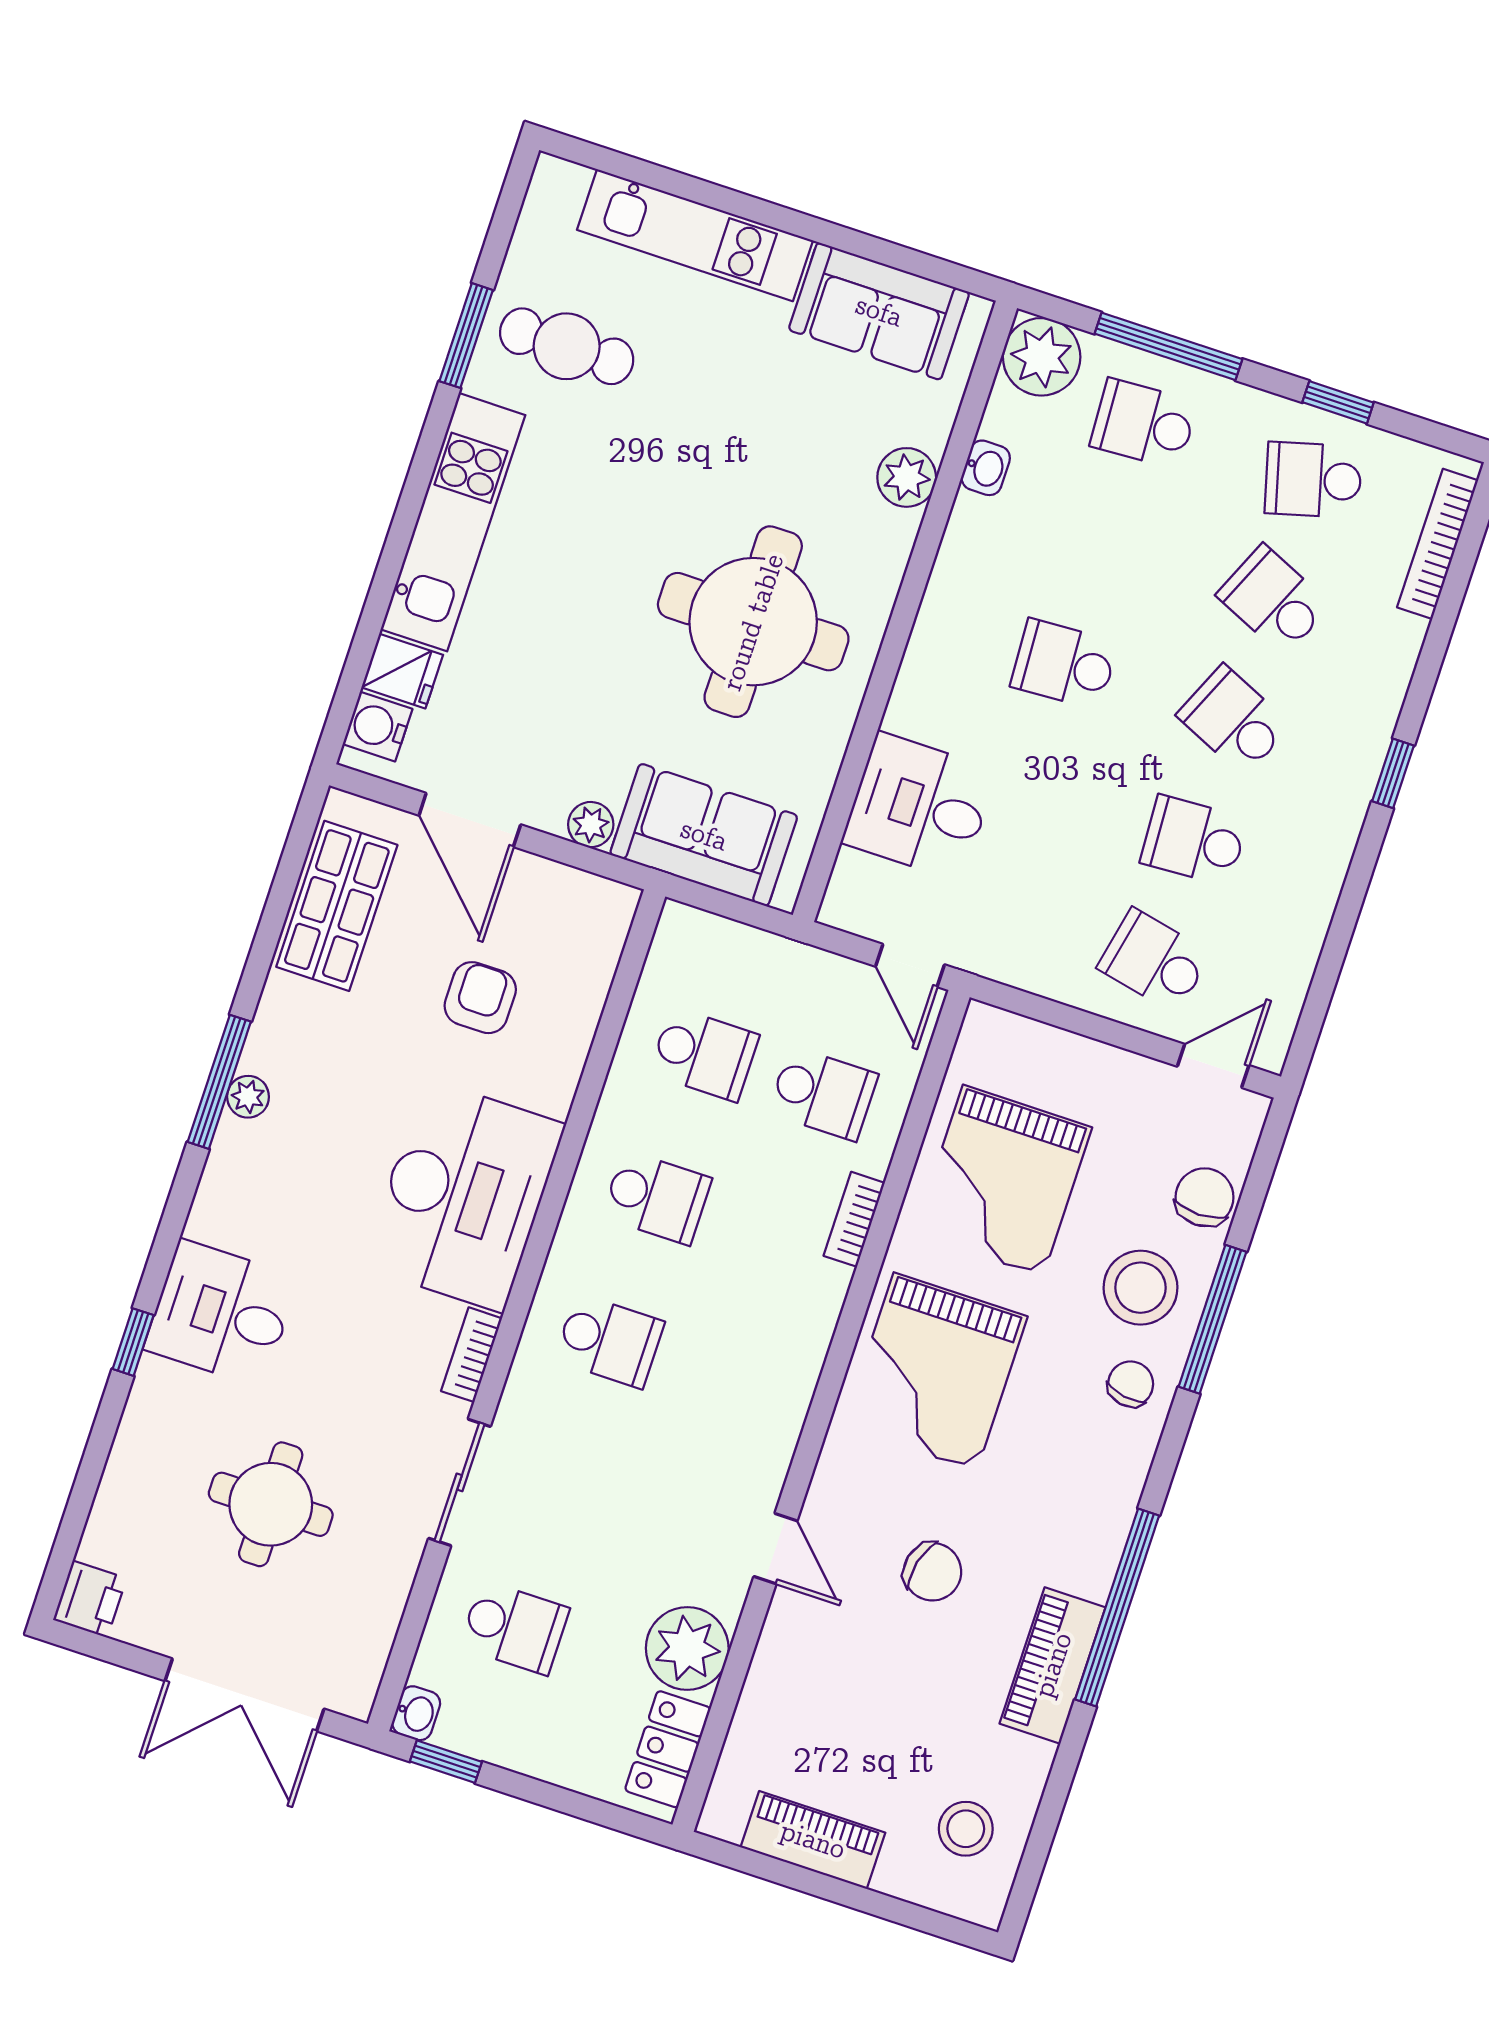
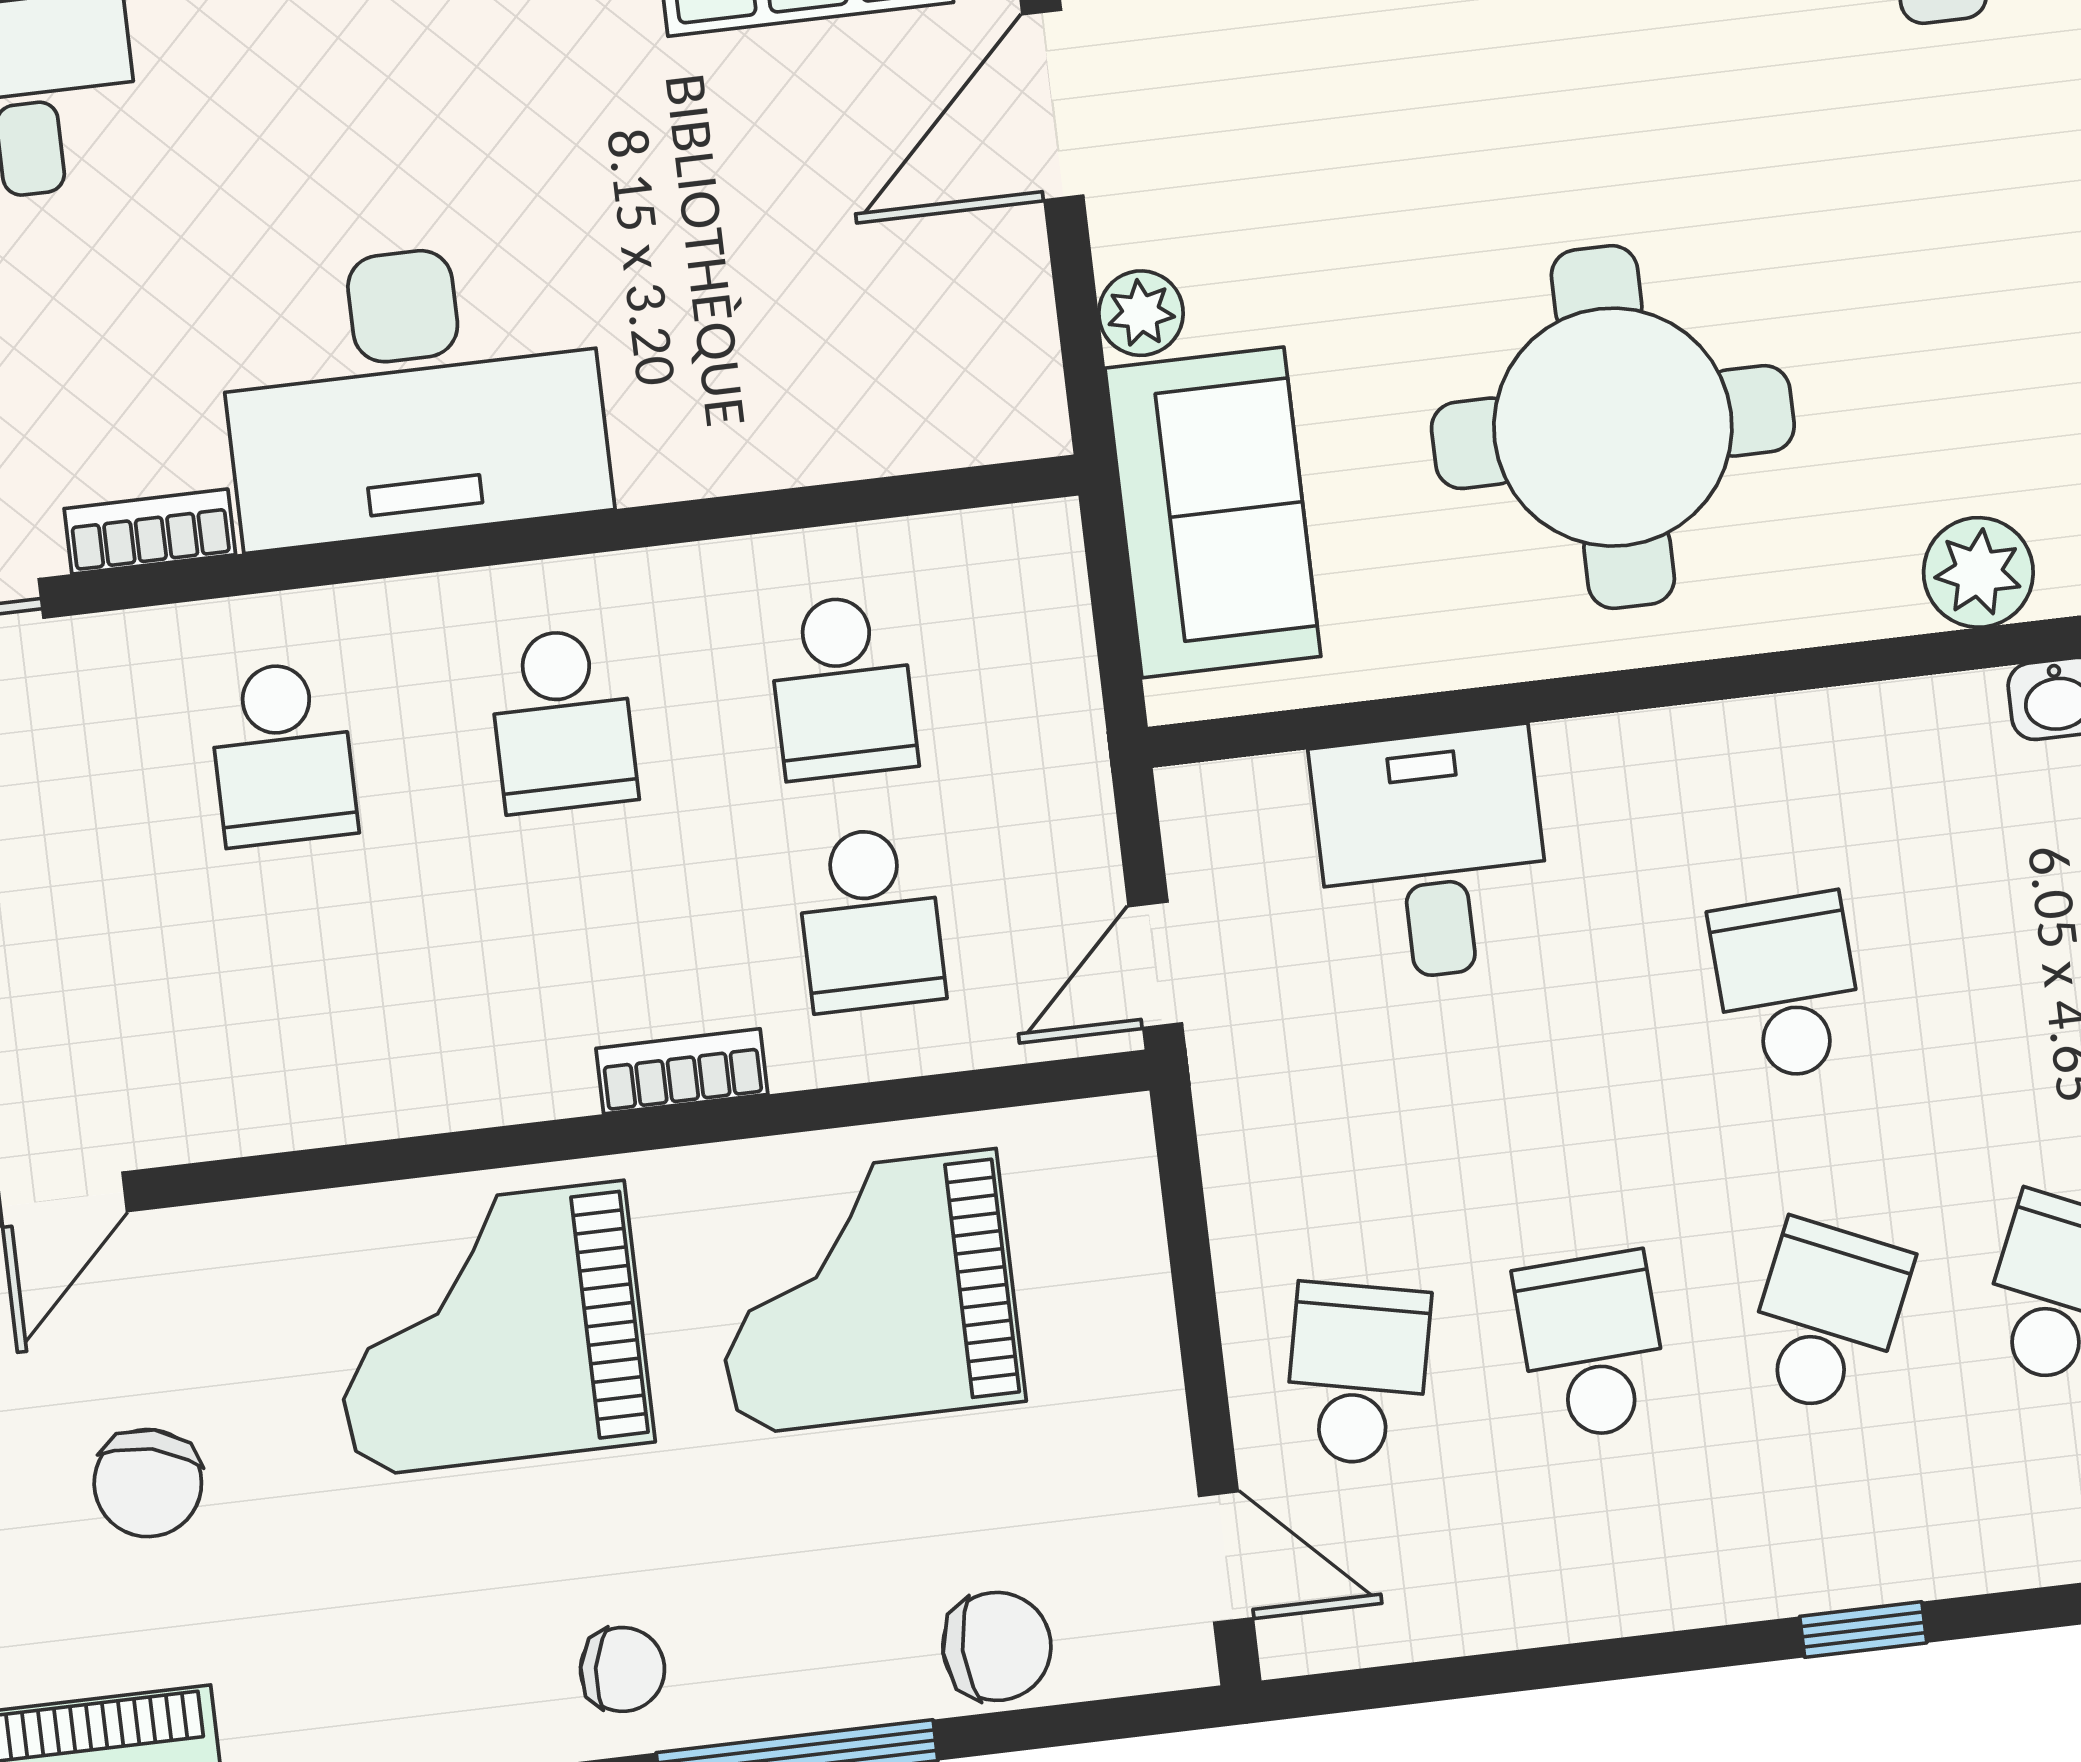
armchair: (480, 998) -> (761, 263), removed
stool: (1140, 1288) -> (793, 1610), removed

